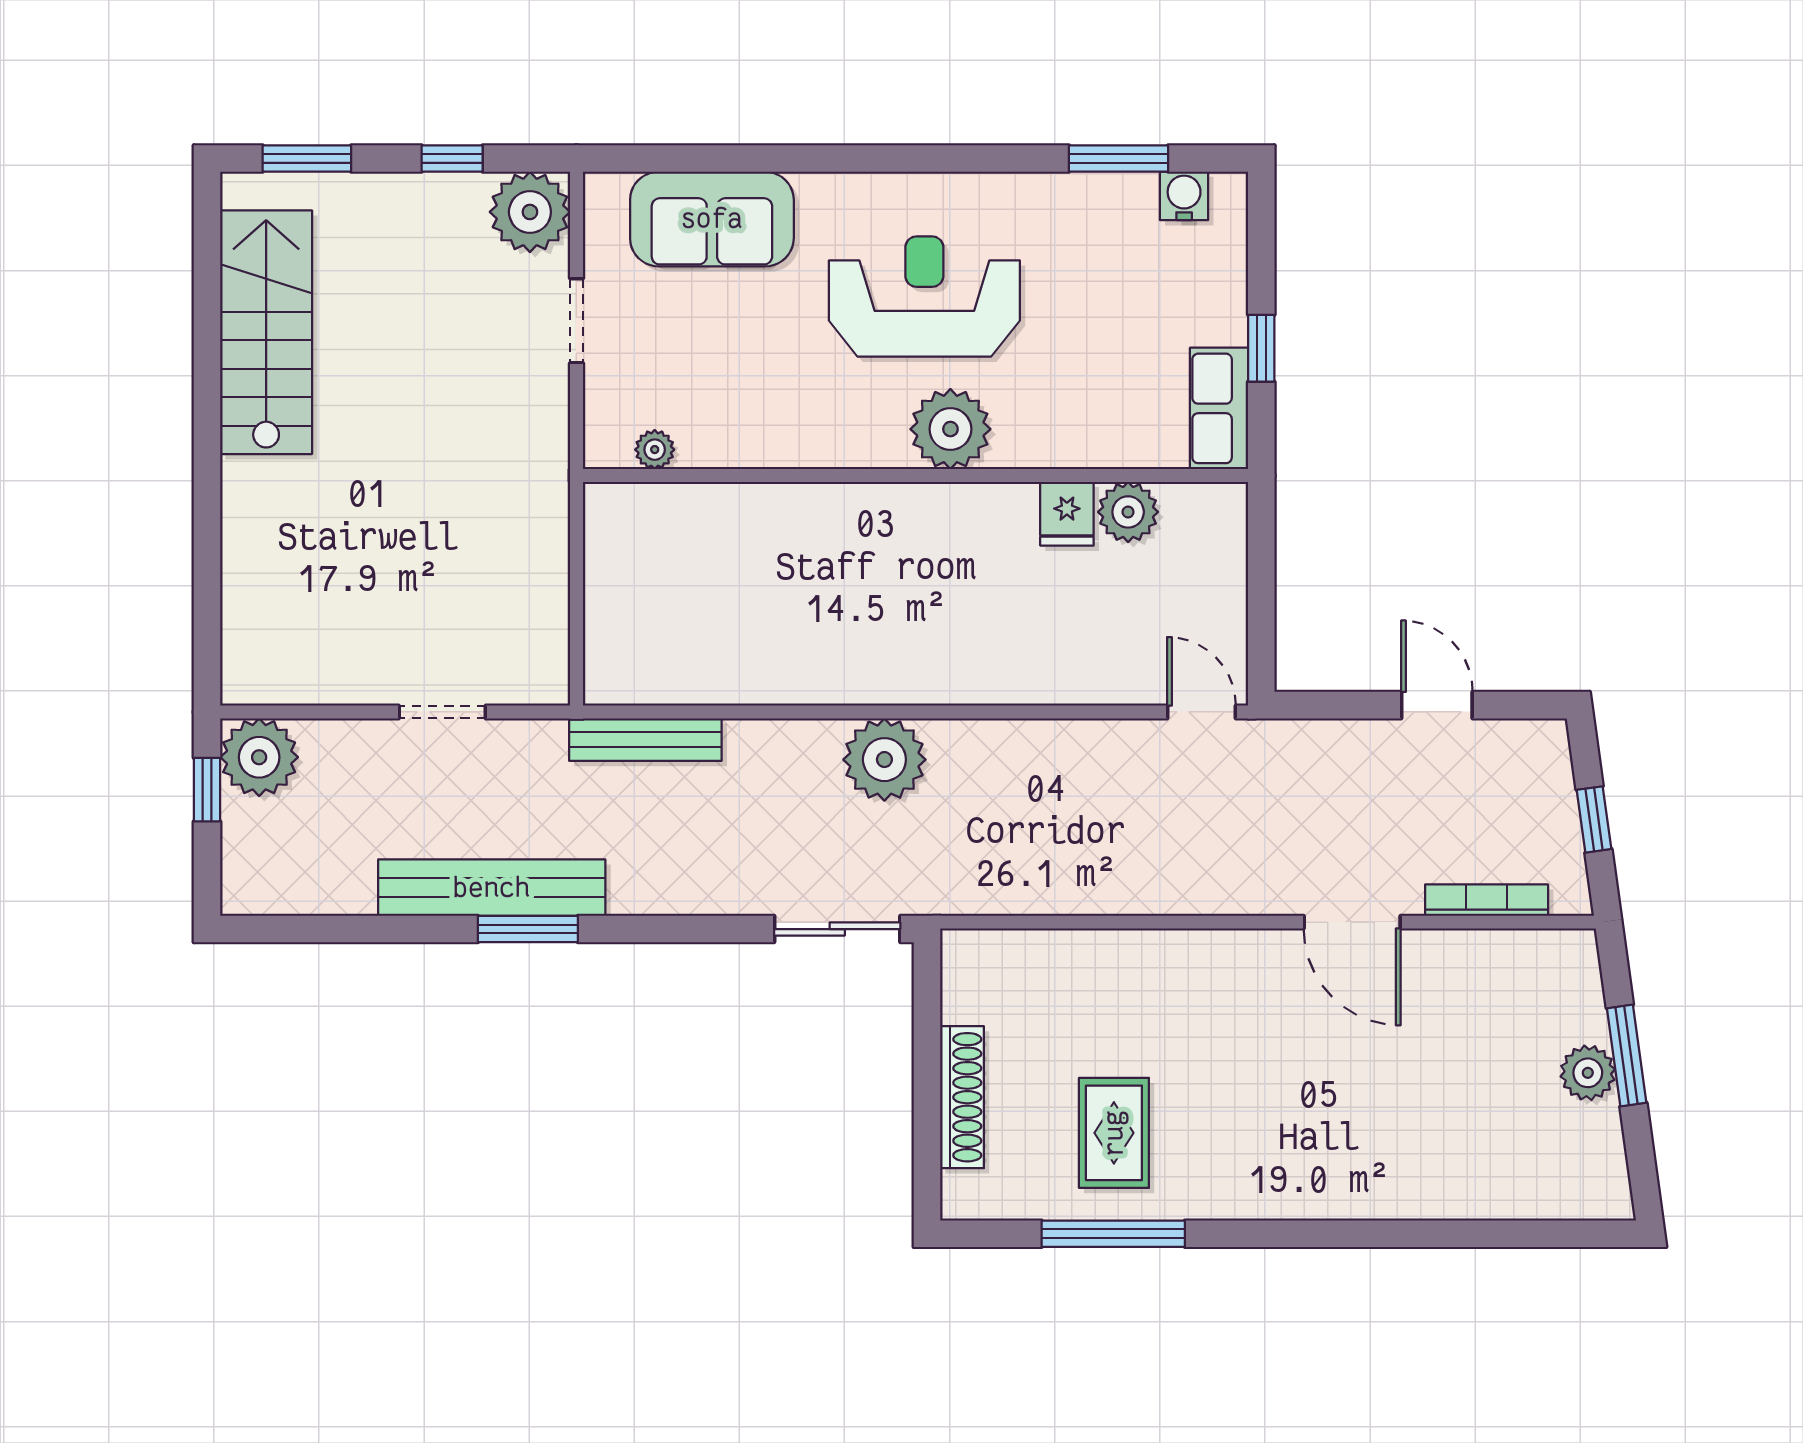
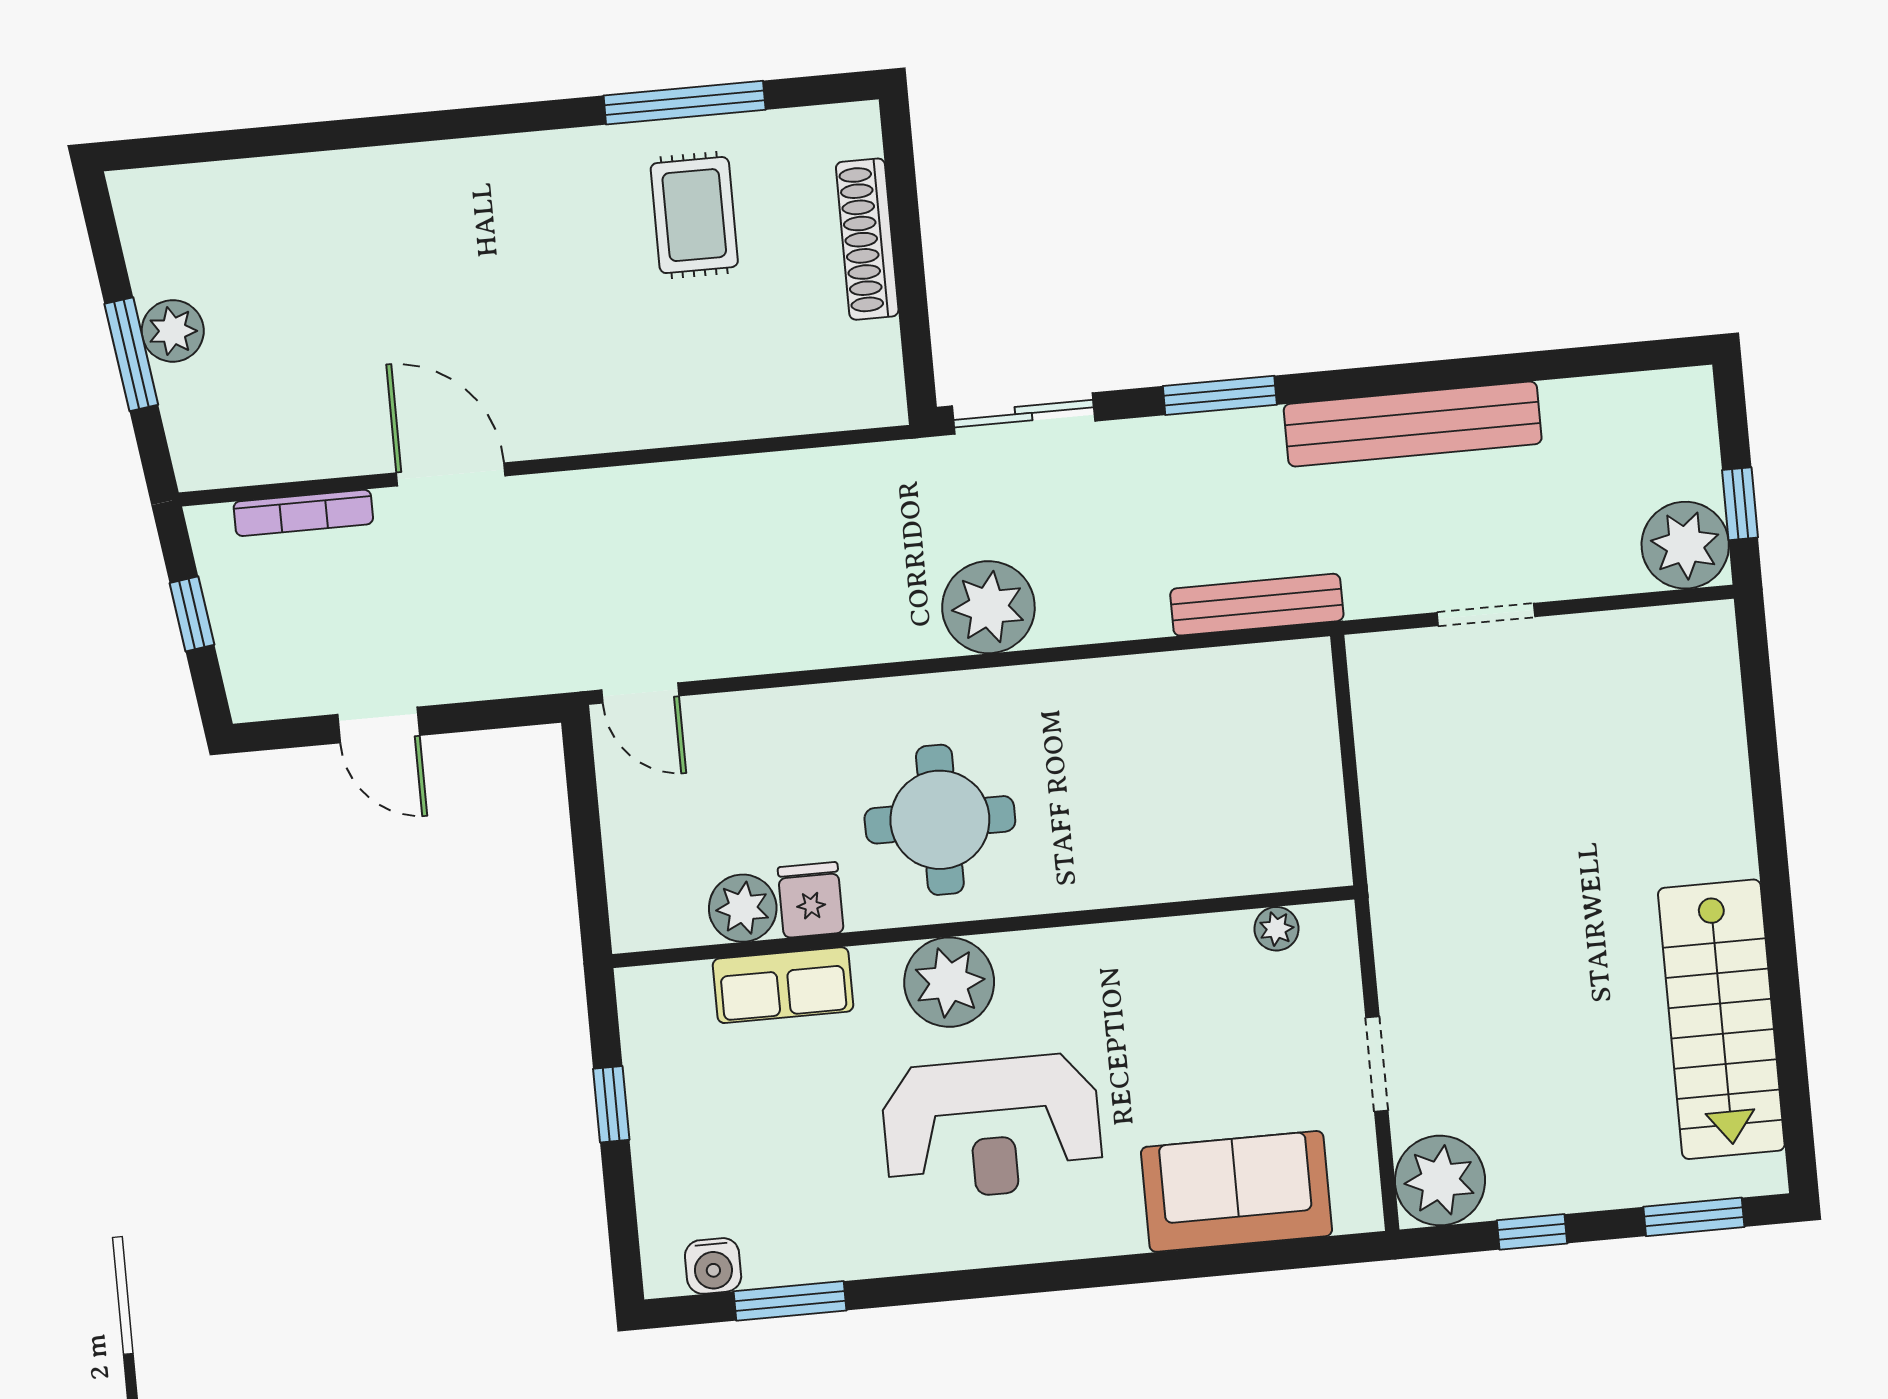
row of seats: (1219, 408) -> (783, 985), moved, turned 90
round table: (945, 574) -> (940, 820), added
window: (528, 929) -> (1220, 395), moved

